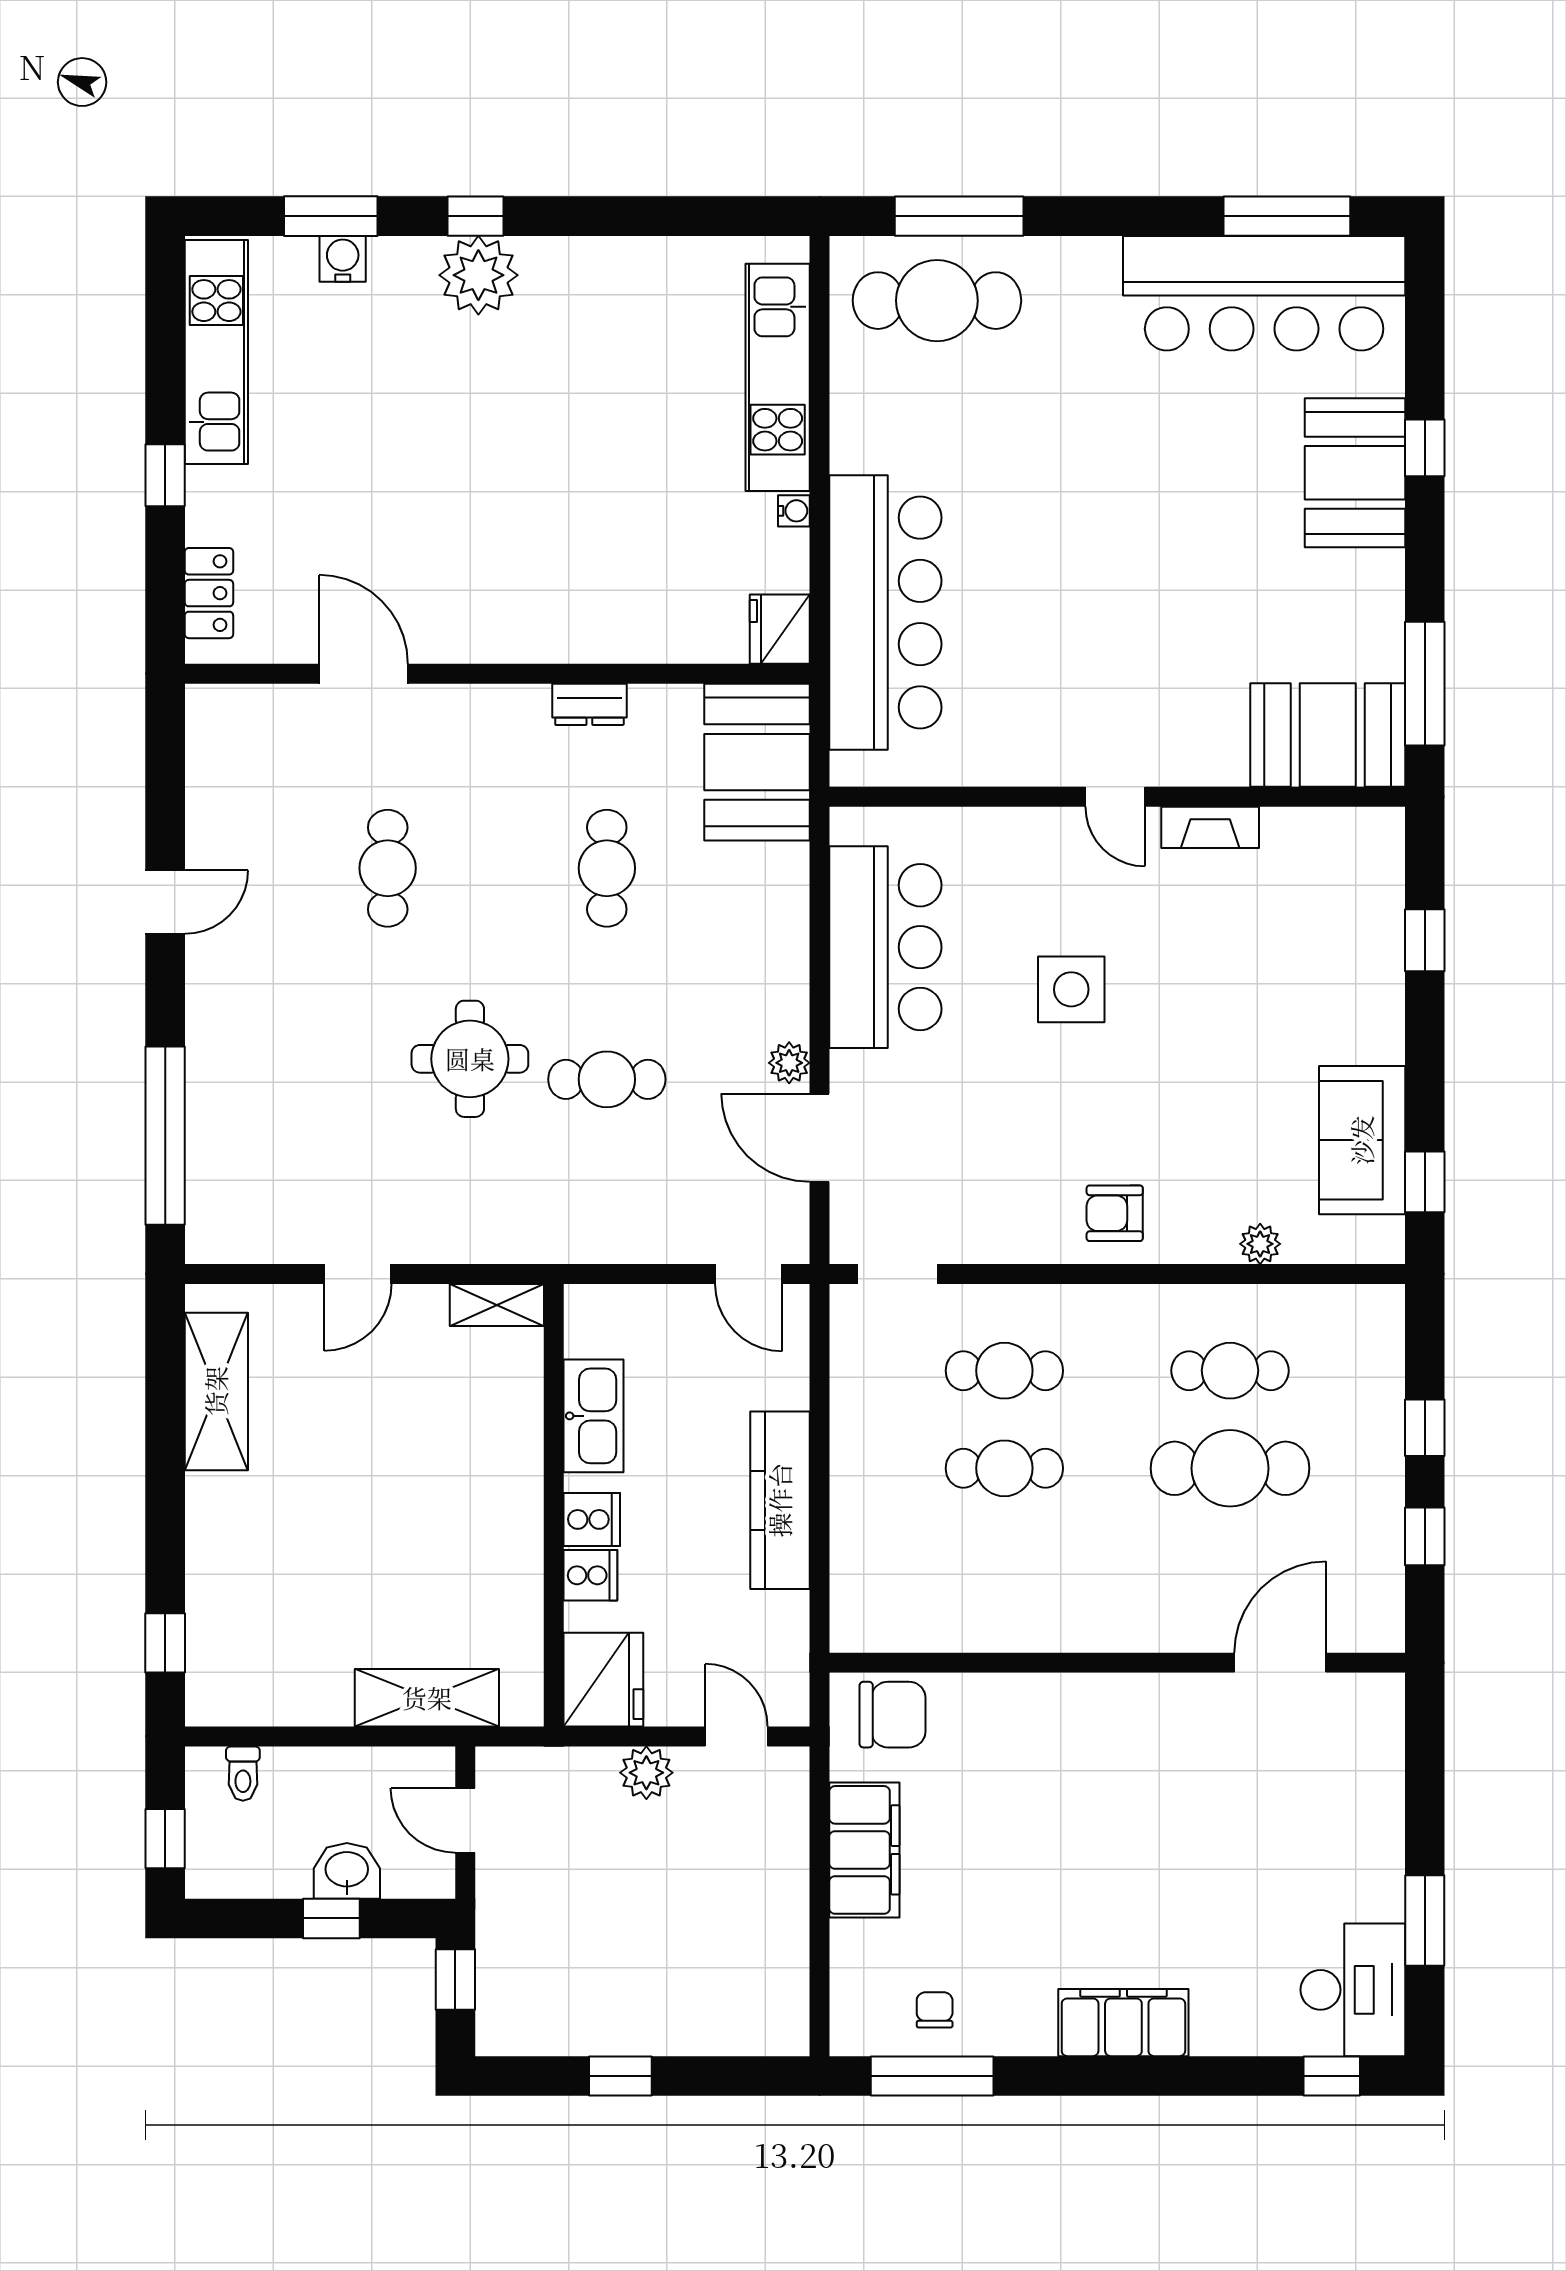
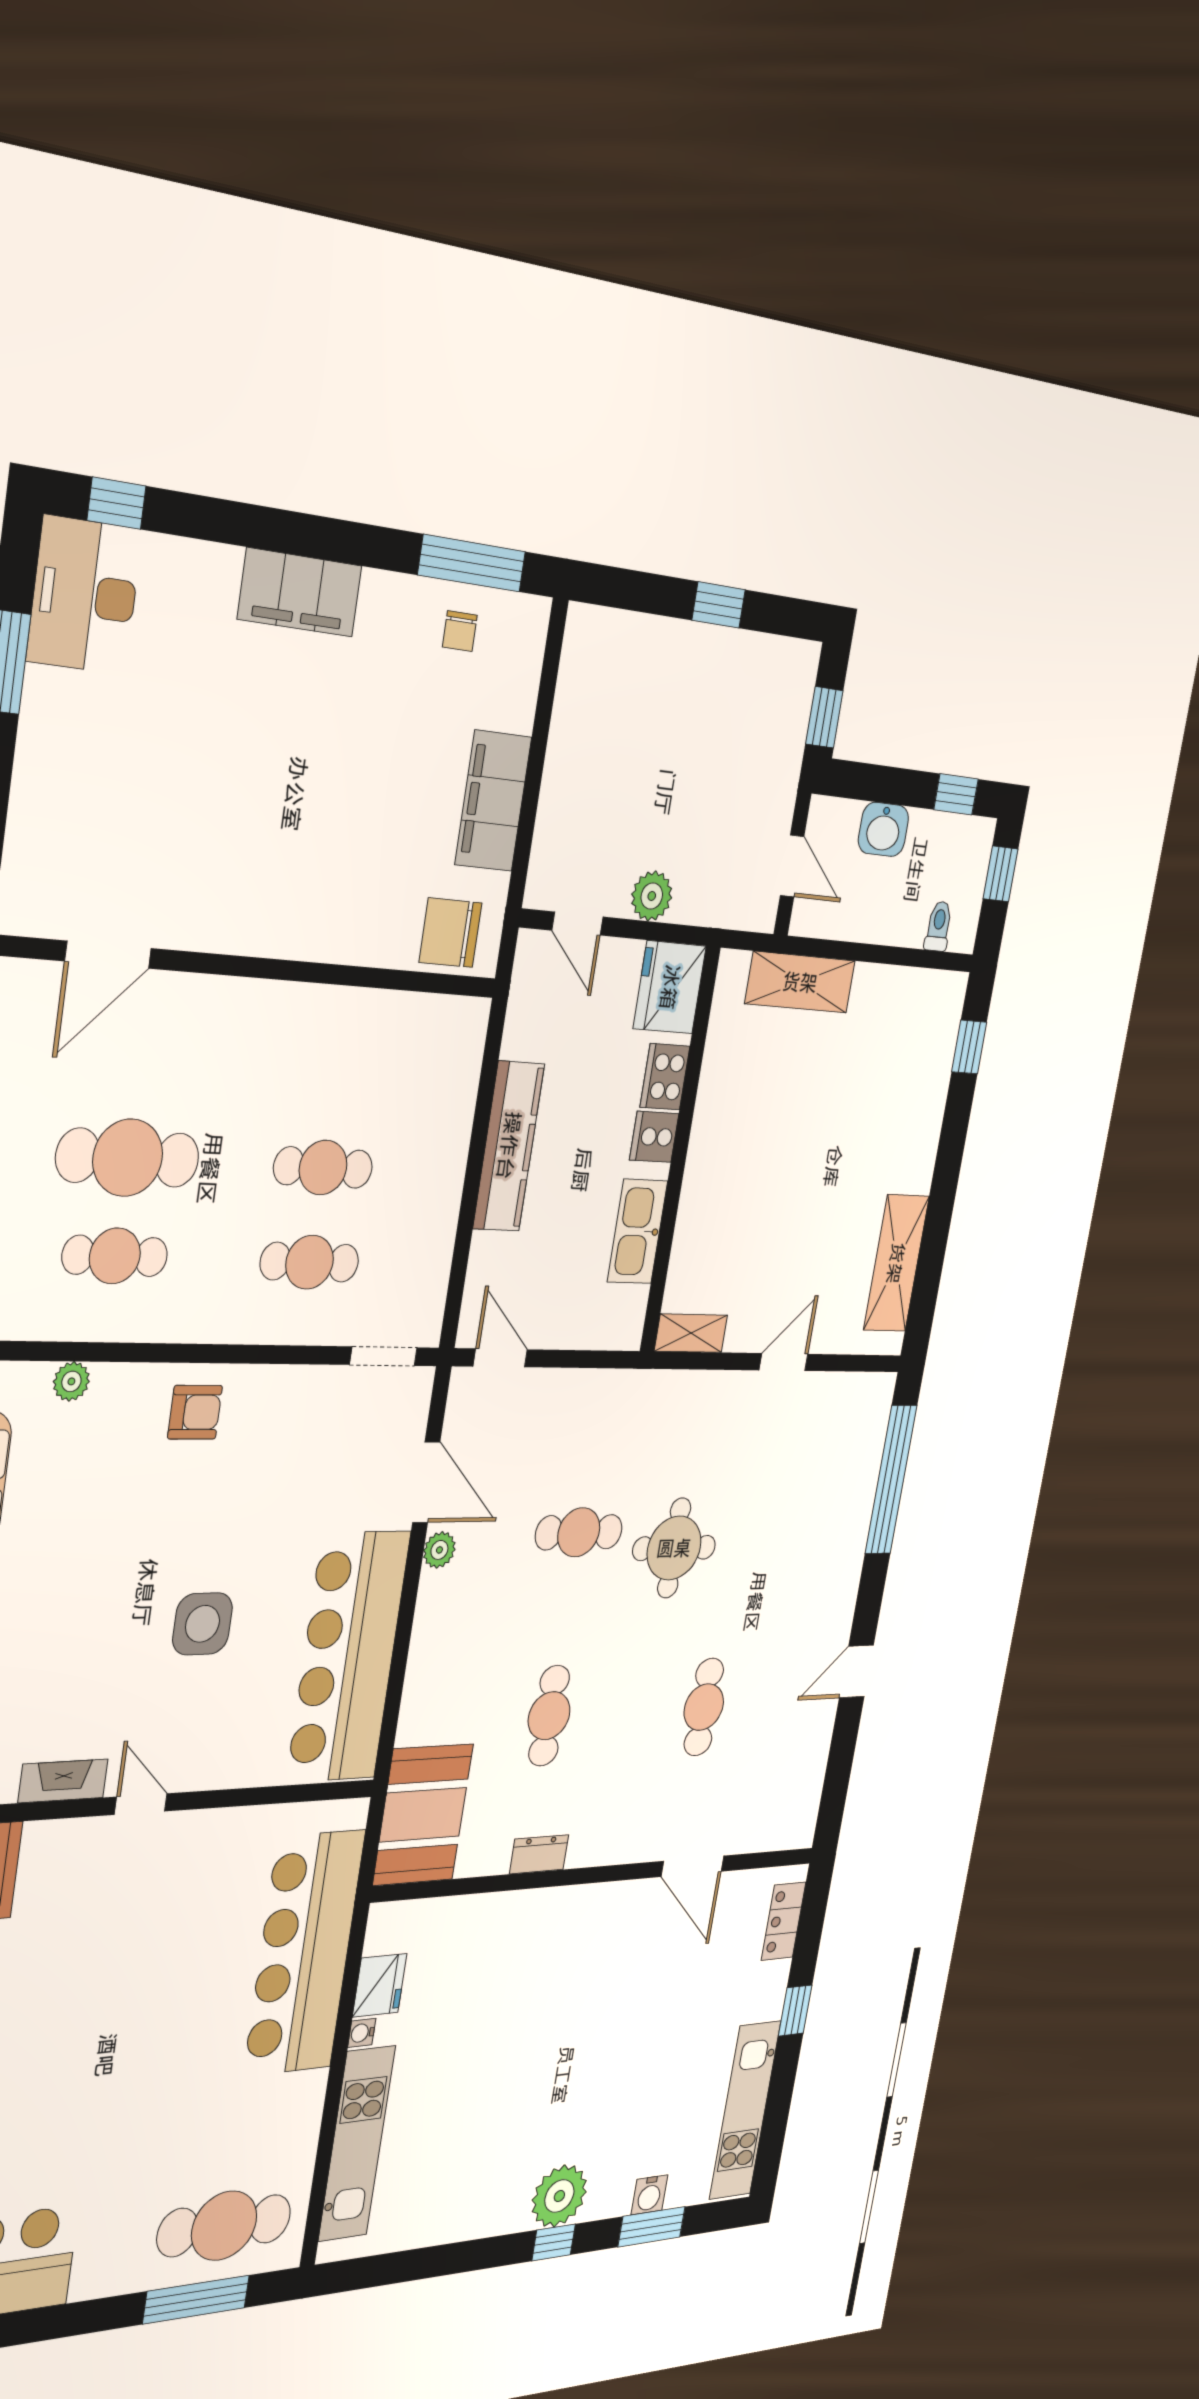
fridge: (780, 629) -> (380, 1985), moved
bar counter: (885, 947) -> (348, 1657), width x1.36
cooker: (590, 1575) -> (665, 1077), width x1.36
window: (331, 1918) -> (956, 794), moved

